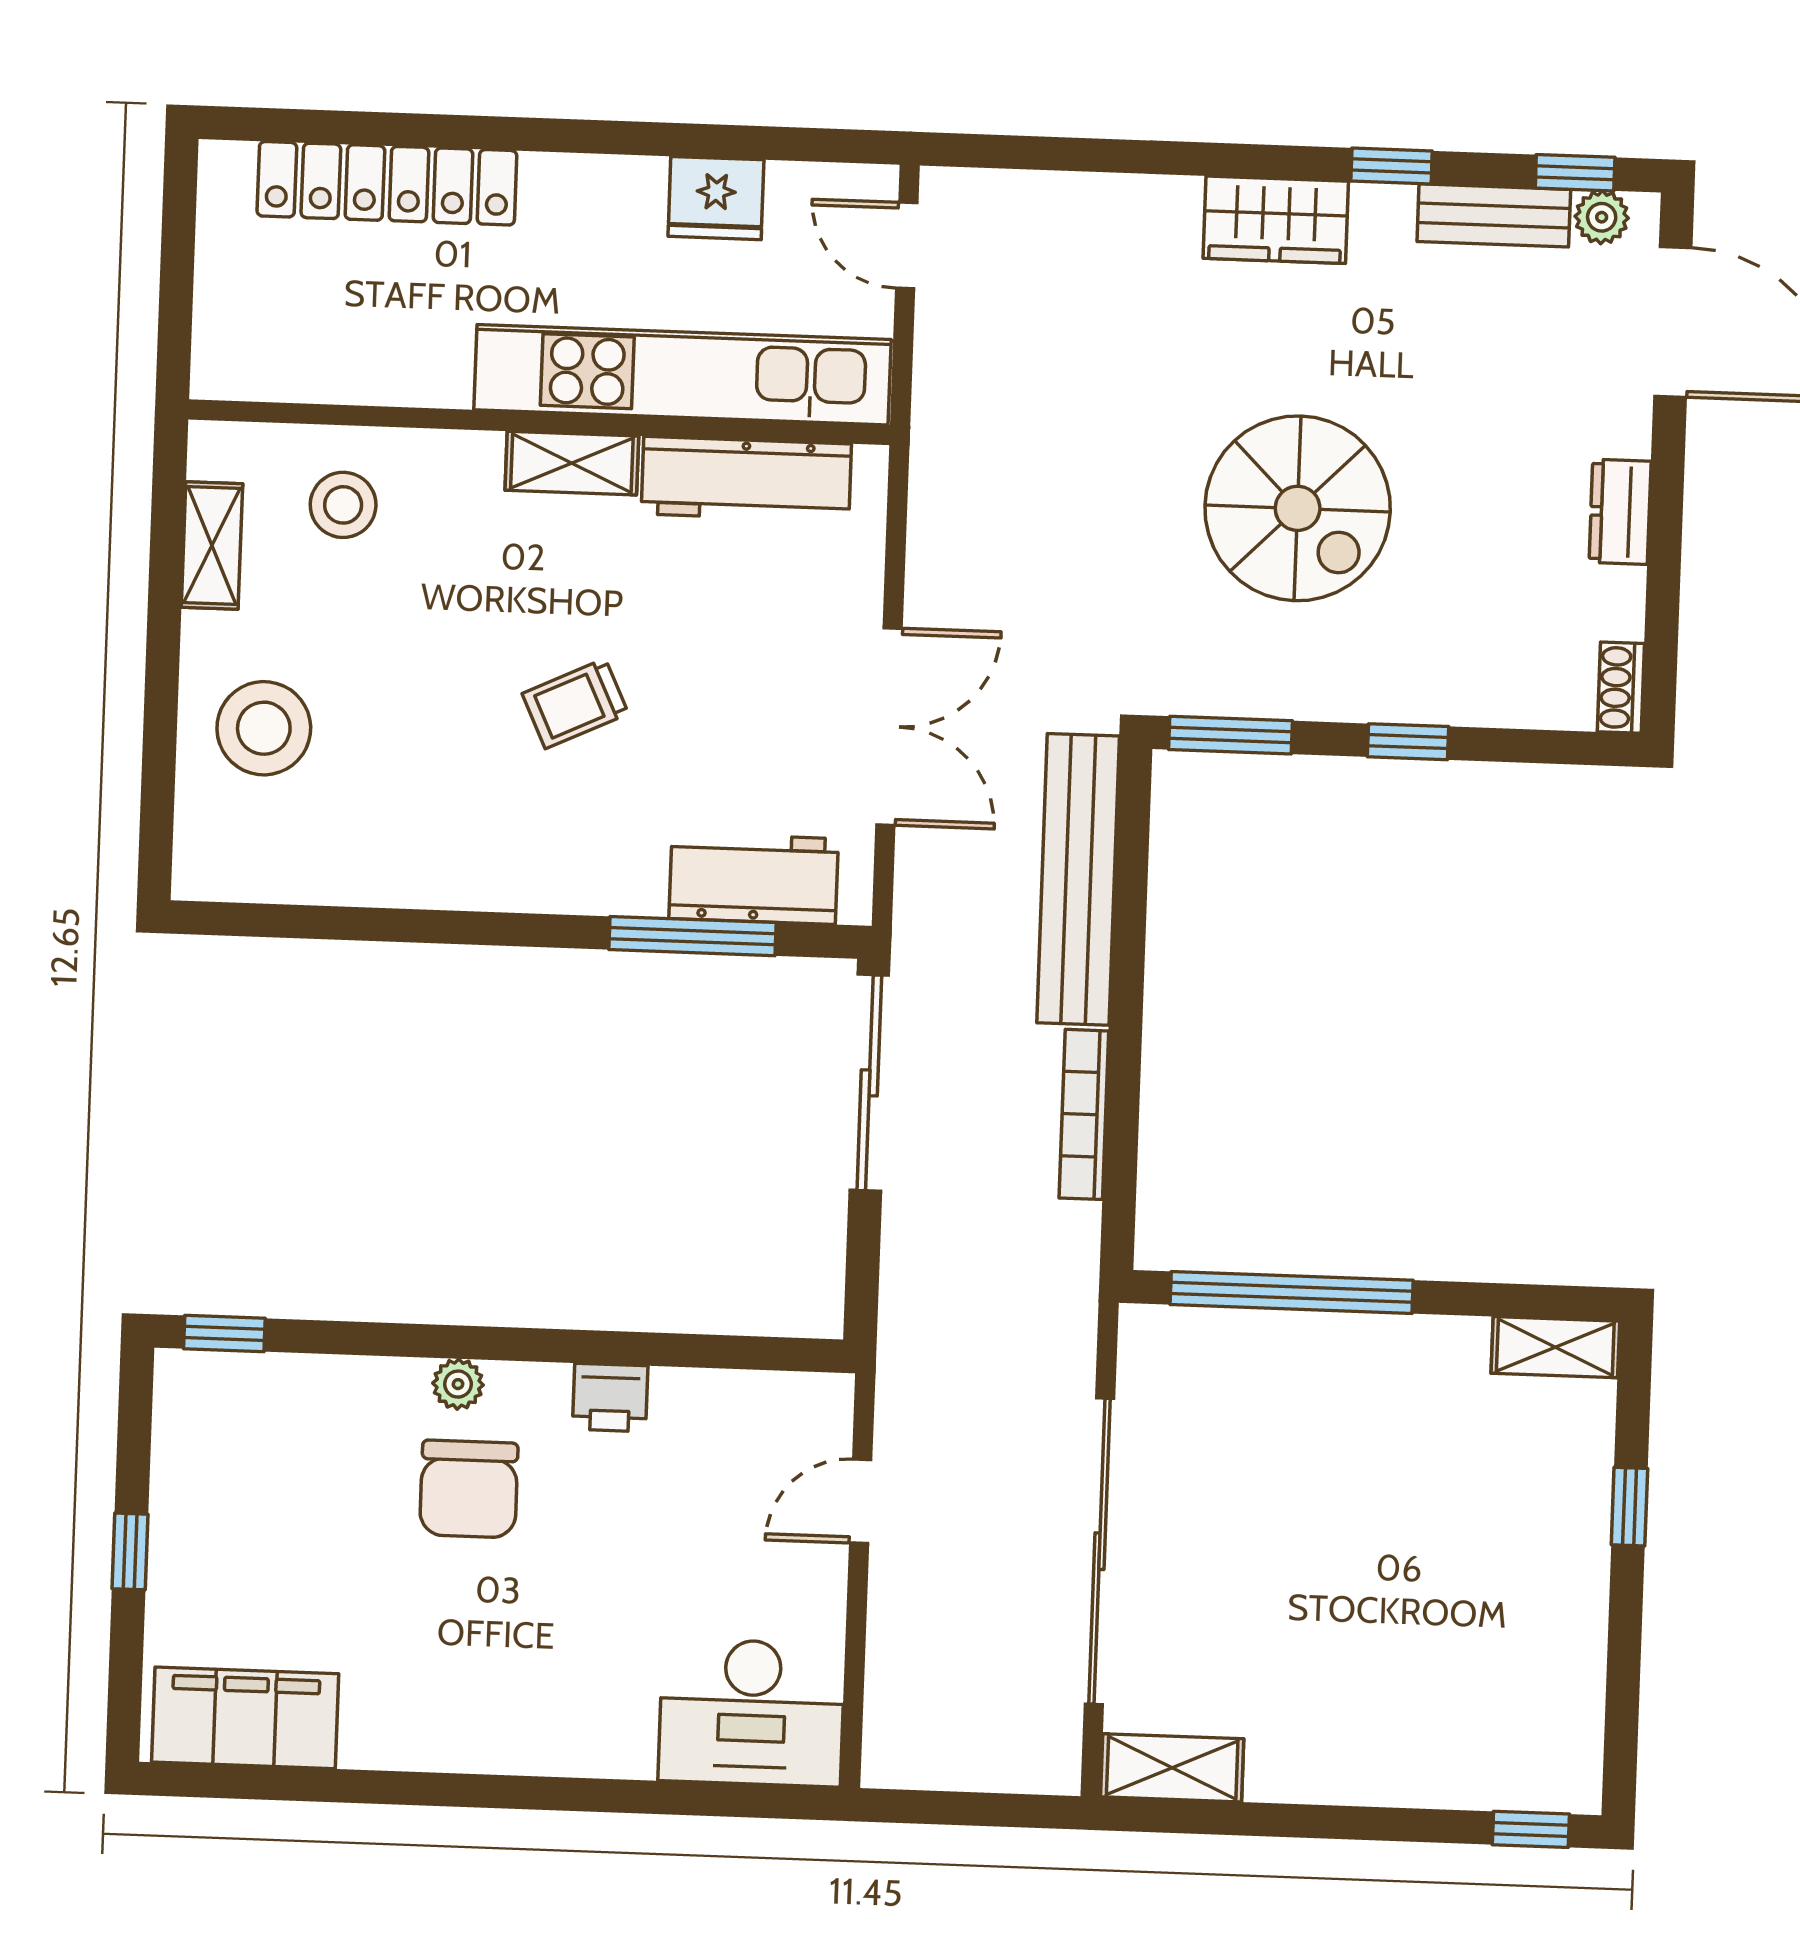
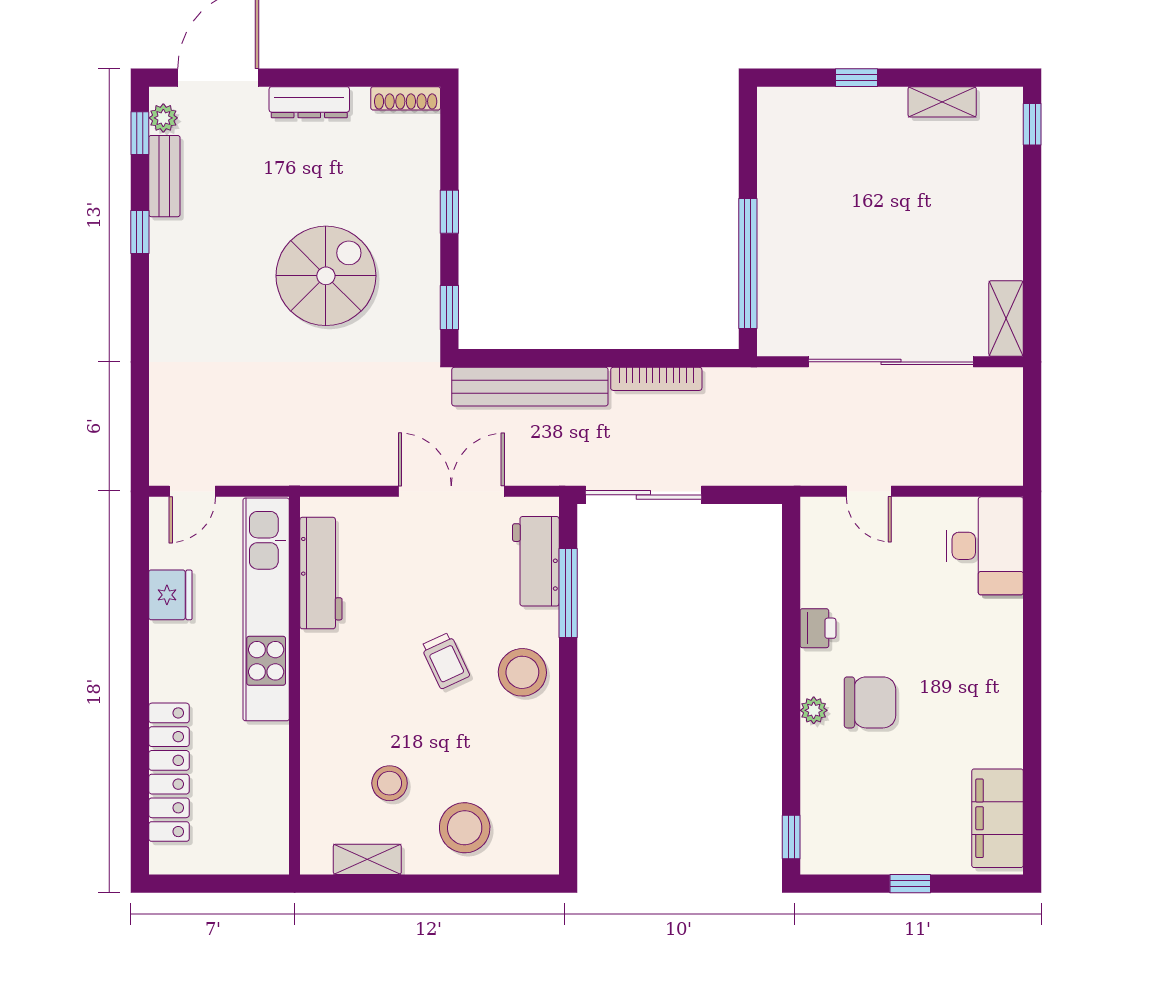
wardrobe: (1276, 220) -> (171, 293), removed
shelving: (572, 463) -> (316, 667), removed
stool: (343, 505) -> (390, 783), moved
dresser: (1620, 512) -> (309, 102), width x1.44
shoe rack: (1621, 688) -> (406, 98), width x1.43
window: (1230, 735) -> (449, 307), width x0.67
stool: (548, 846) -> (522, 672), added
shelving: (1555, 1347) -> (942, 102), moved, turned 90

